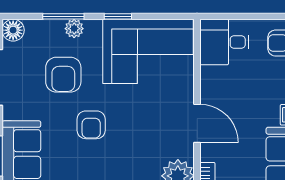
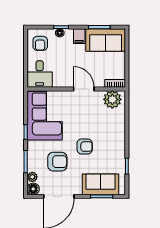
plant: (74, 29) -> (32, 177), moved
door: (197, 123) -> (84, 89), hinge flipped

